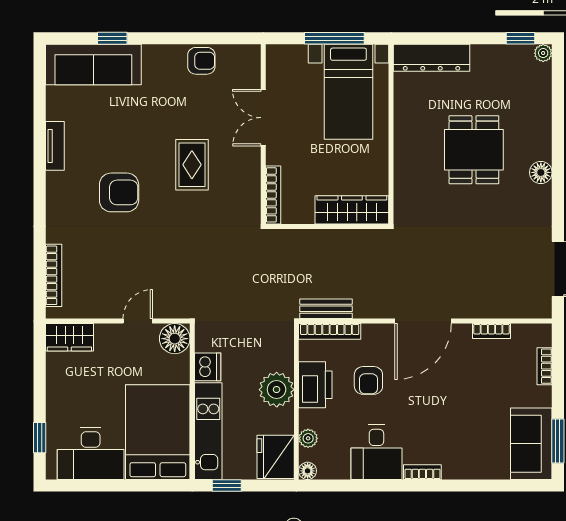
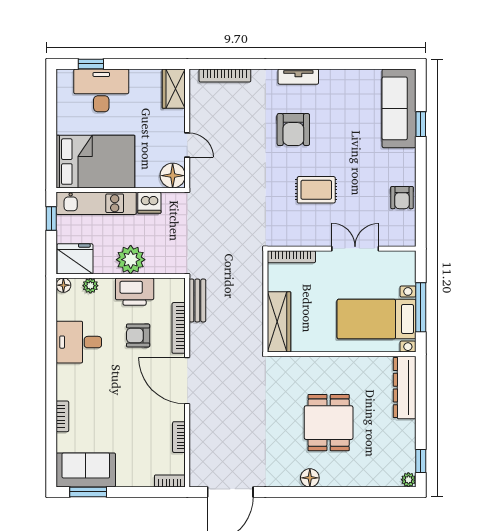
tv unit: (55, 146) -> (298, 77), moved
dining table: (474, 150) -> (329, 423), turned 90
bookcase: (330, 331) -> (179, 328), moved
bookcase: (545, 366) -> (170, 481), moved
desk: (91, 454) -> (101, 90), moved, turned 90
bookcase: (422, 472) -> (62, 416), moved

